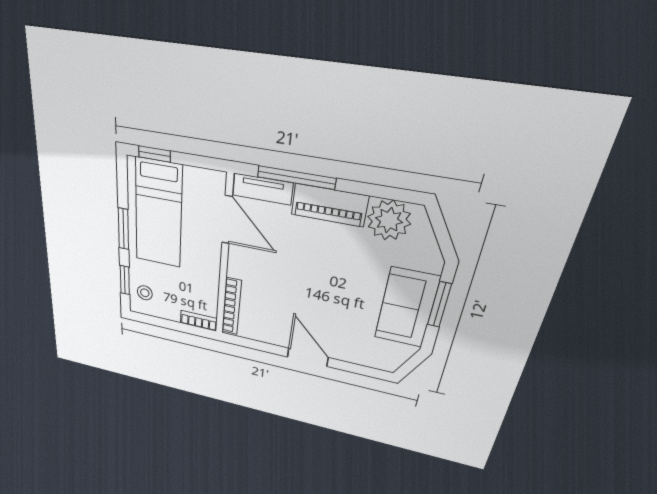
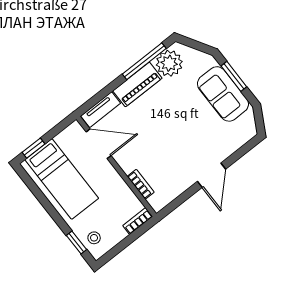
window: (296, 178) -> (144, 61), moved
window: (123, 229) -> (50, 209), removed
bookcase: (231, 306) -> (141, 184), width x0.64
door: (308, 357) -> (211, 175), swing flipped

